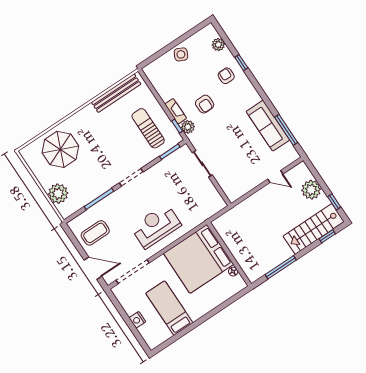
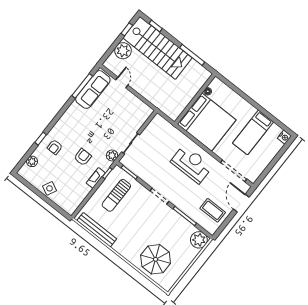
sofa: (268, 126) -> (93, 89), moved
plant: (188, 127) -> (112, 155), moved
plant: (58, 194) -> (199, 240), moved
reception desk: (156, 226) -> (192, 164), turned 180
stairs: (314, 229) -> (157, 48), width x1.36, depth x1.51
nightstand: (137, 320) -> (284, 137), moved

